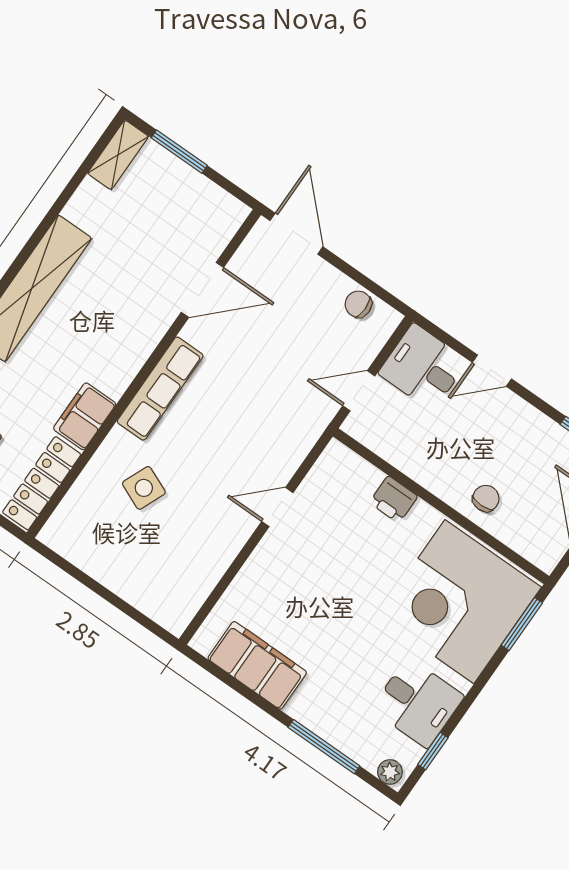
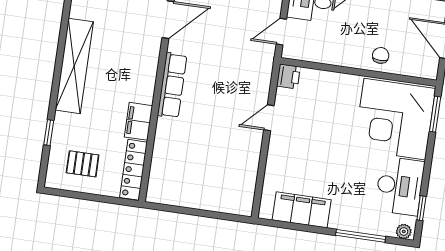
side table: (144, 488) -> (191, 144), removed
printer: (393, 499) -> (288, 76), moved, turned -90
desk: (418, 703) -> (400, 186), width x1.37

